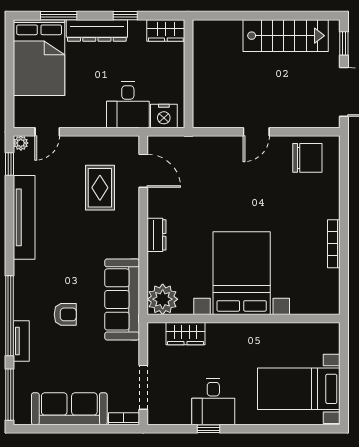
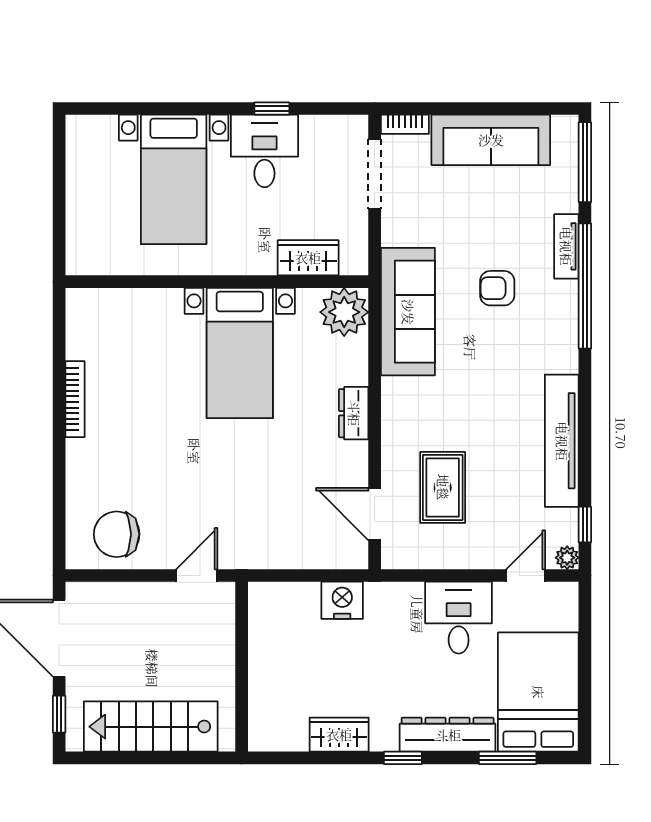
wall: (188, 74) -> (242, 667), moved
desk: (128, 105) -> (459, 618), moved
bed with nightstands: (242, 273) -> (240, 353), width x0.73
bed with nightstands: (299, 389) -> (174, 179), moved, turned 90

